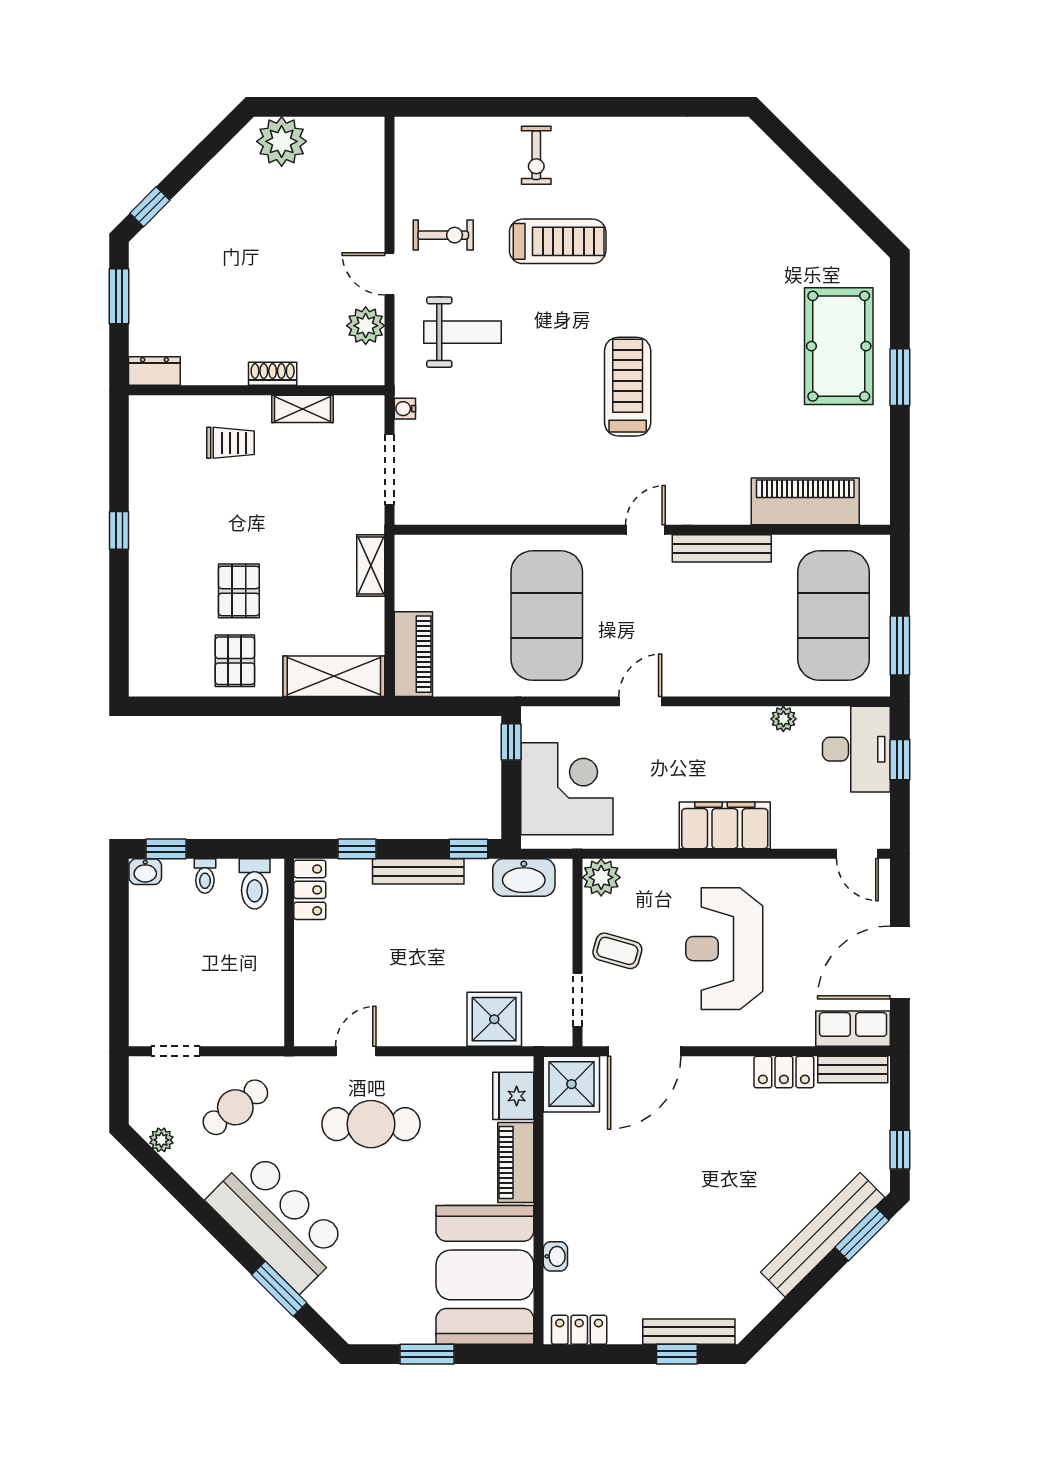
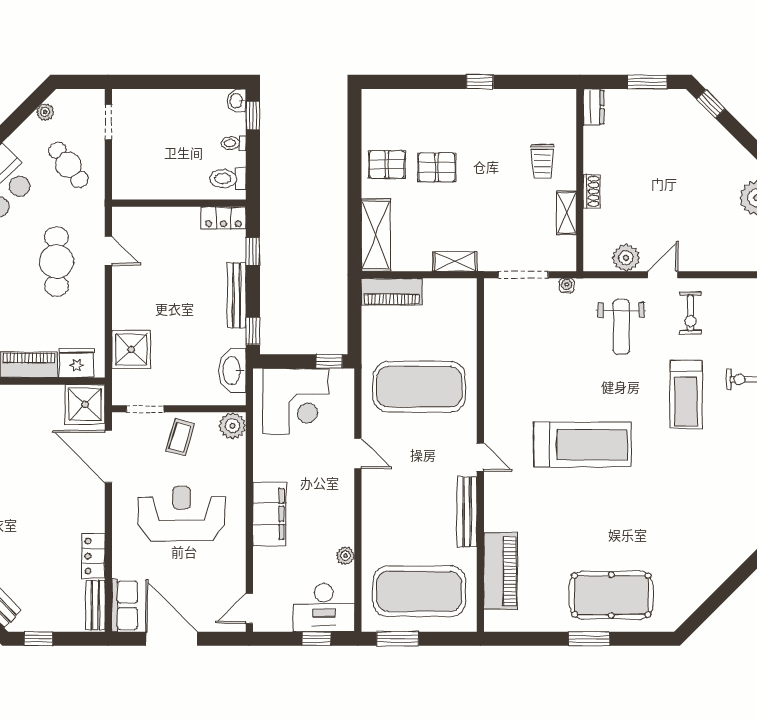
treadmill: (628, 387) -> (582, 445), width x1.37, depth x1.38

